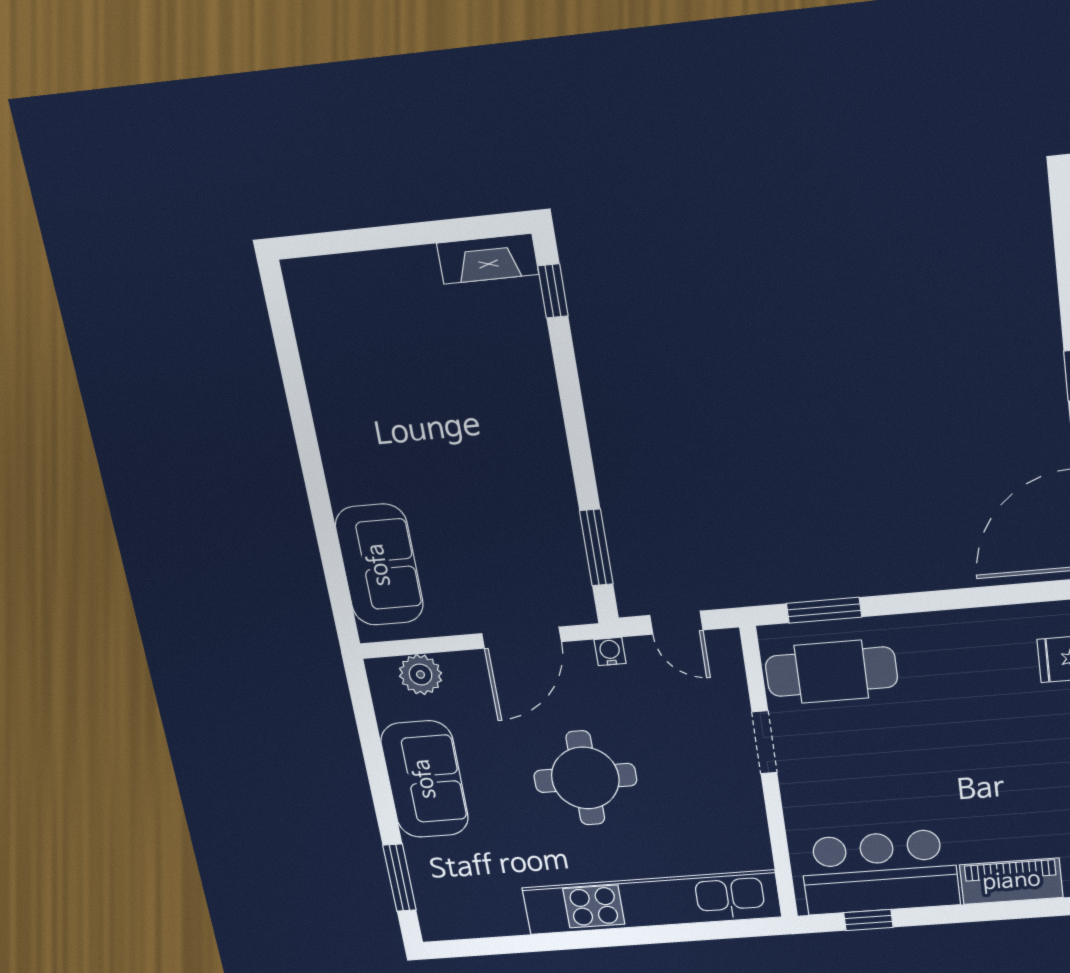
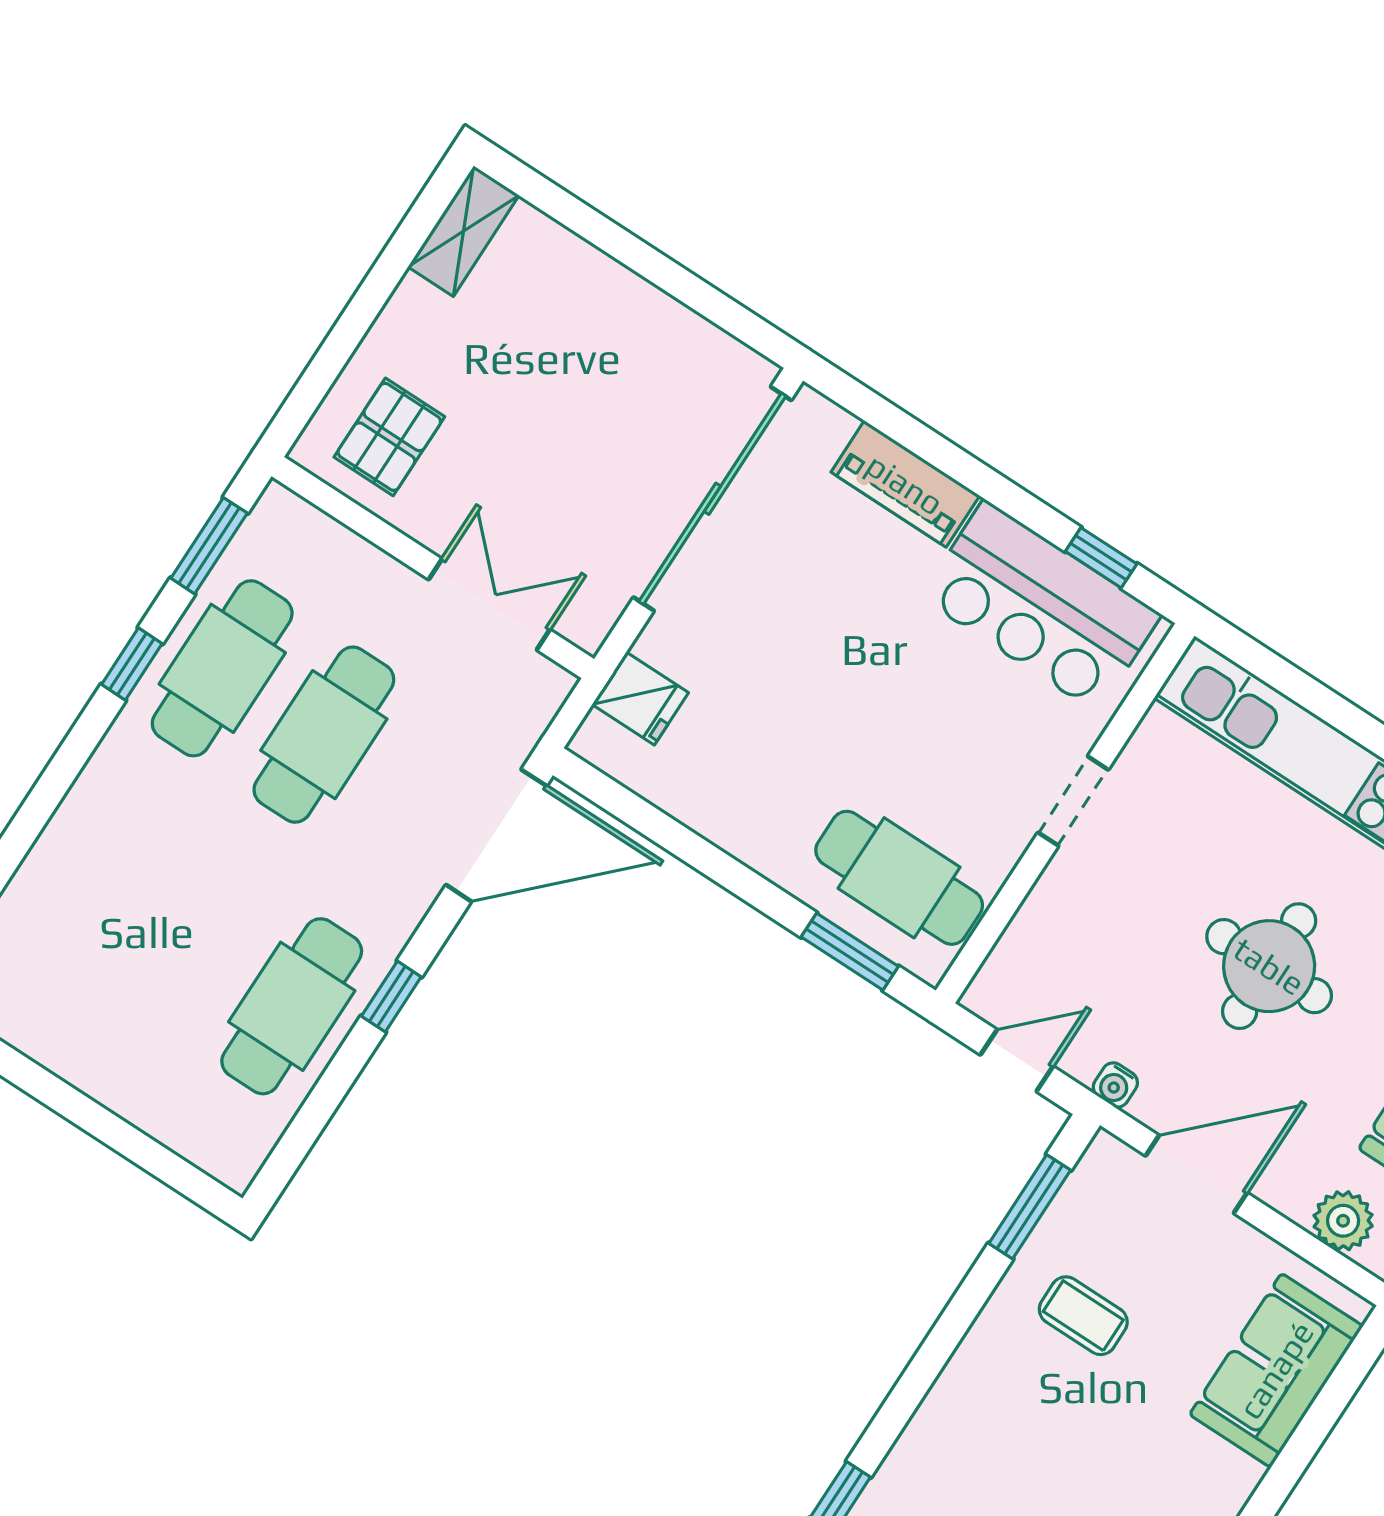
coffee table: (511, 510) -> (1083, 1316), added
door: (676, 623) -> (1017, 1060), hinge flipped
doorway: (764, 742) -> (1073, 801), moved

